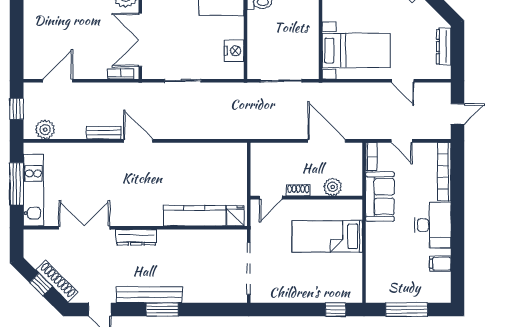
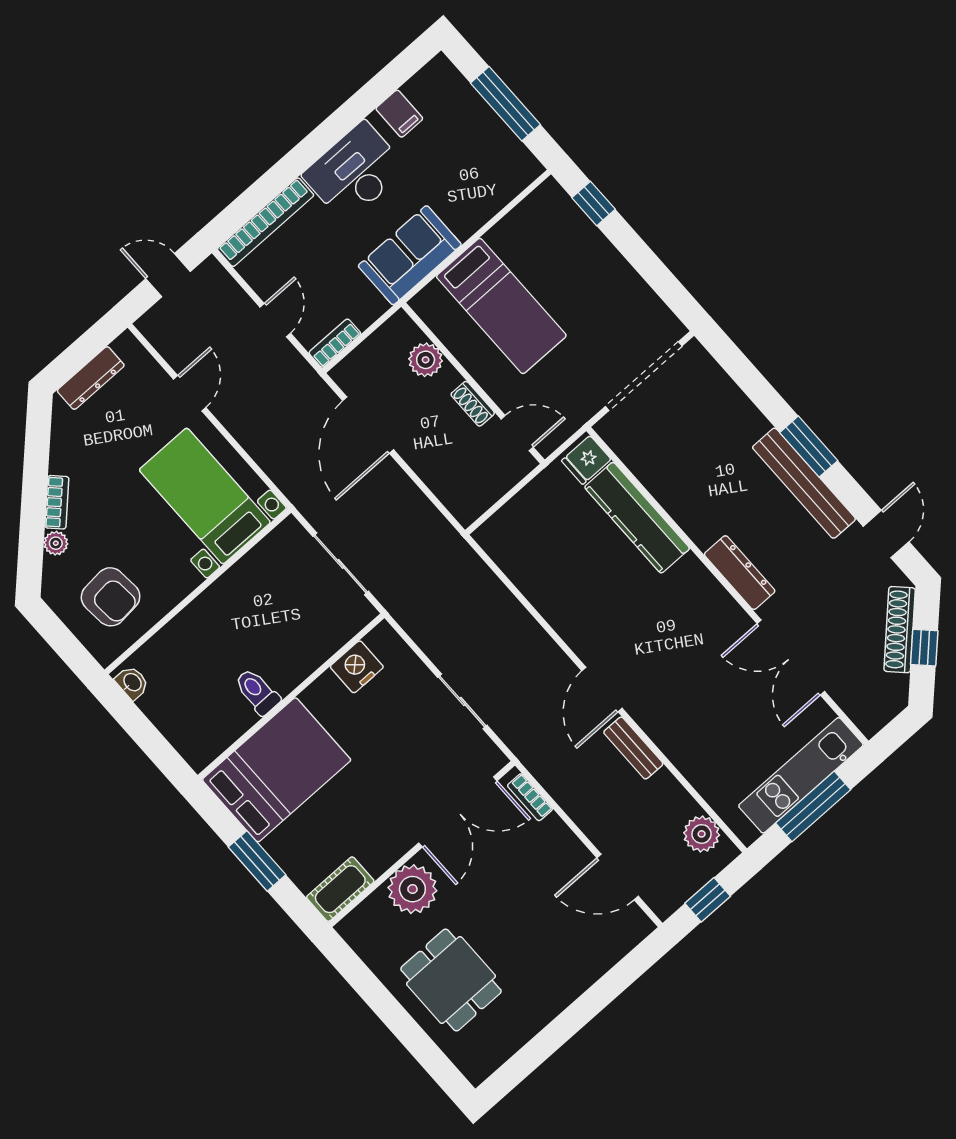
sofa: (380, 197) -> (410, 255), moved

